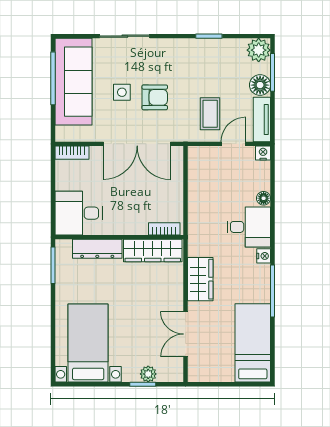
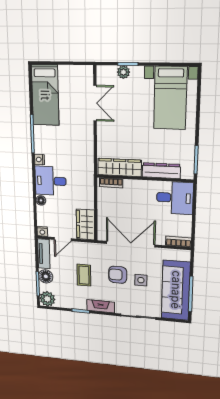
fireplace: (179, 47) -> (101, 306), added
coffee table: (210, 114) -> (84, 275), moved
wardrobe: (200, 279) -> (85, 224), moved

